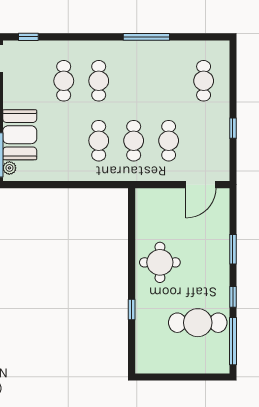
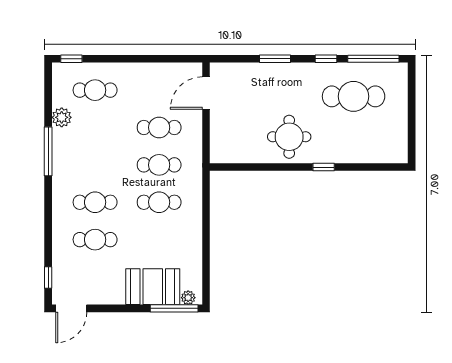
plant: (178, 50) -> (62, 117), added
window: (233, 128) -> (71, 59), moved
door: (201, 185) -> (206, 93), swing flipped
window: (132, 310) -> (324, 167), moved
cafe table: (198, 323) -> (354, 96), turned 90

